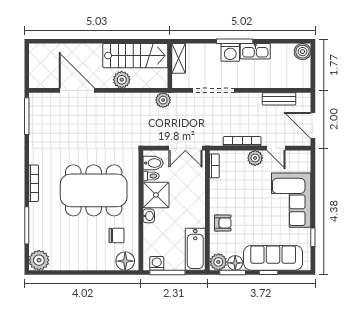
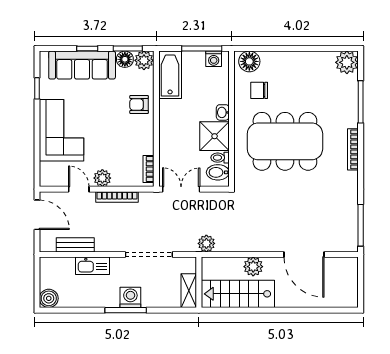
kitchen sink: (255, 51) -> (93, 266), moved, turned 180

